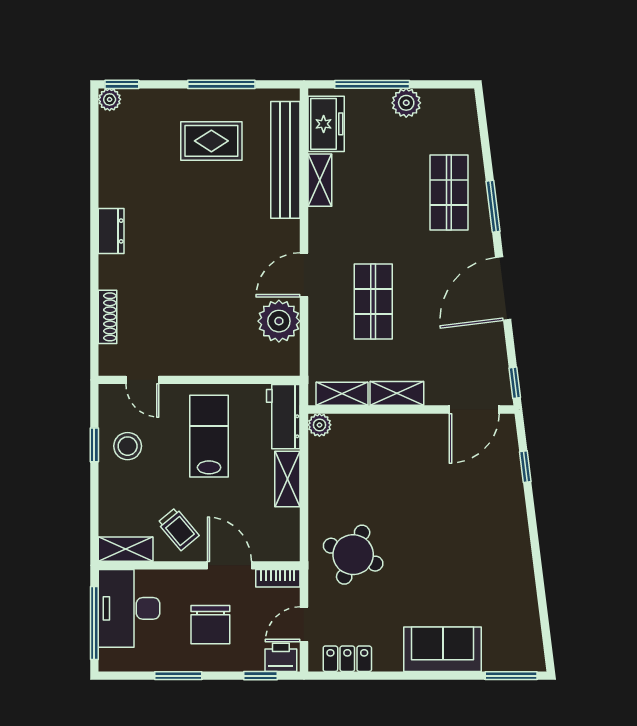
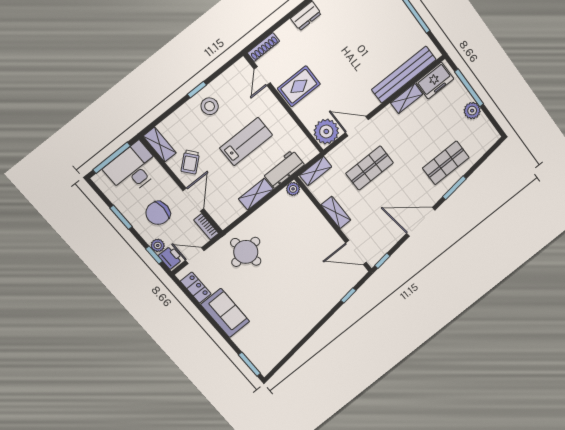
rug: (211, 141) -> (299, 86), moved, turned 90
door: (142, 380) -> (262, 76), moved
wall: (199, 380) -> (284, 104), moved
shelving: (342, 394) -> (316, 171), moved, turned 90
round table: (353, 555) -> (246, 252), turned -31
sofa: (443, 649) -> (225, 313), moved
plant: (252, 660) -> (158, 245), added

